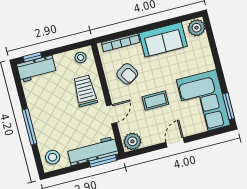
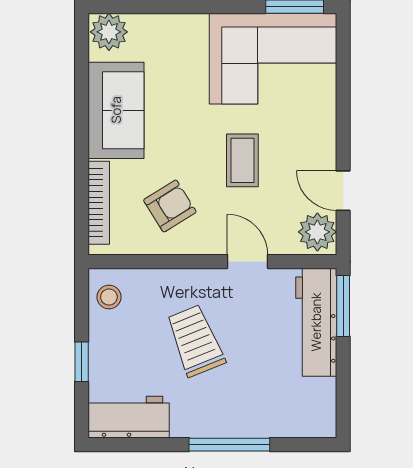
window: (32, 57) -> (82, 362), moved
workbench: (37, 69) -> (129, 417), moved, turned -90
trolley: (85, 91) -> (195, 341), moved, turned 68
door: (175, 142) -> (343, 191), moved
stool: (53, 157) -> (307, 412), removed

